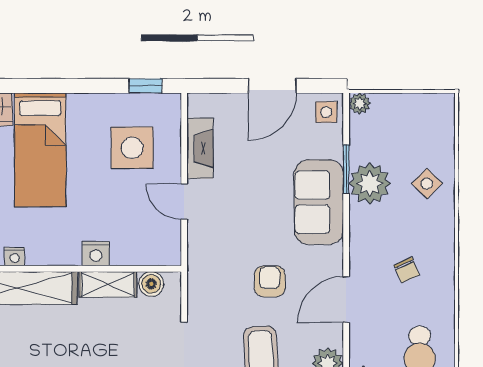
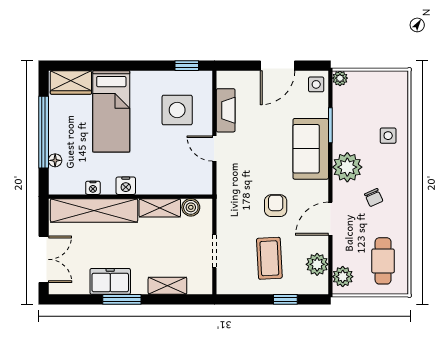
plant: (370, 184) -> (347, 167), moved
side table: (427, 184) -> (388, 136), turned 45
nightstand: (96, 254) -> (126, 186), moved

